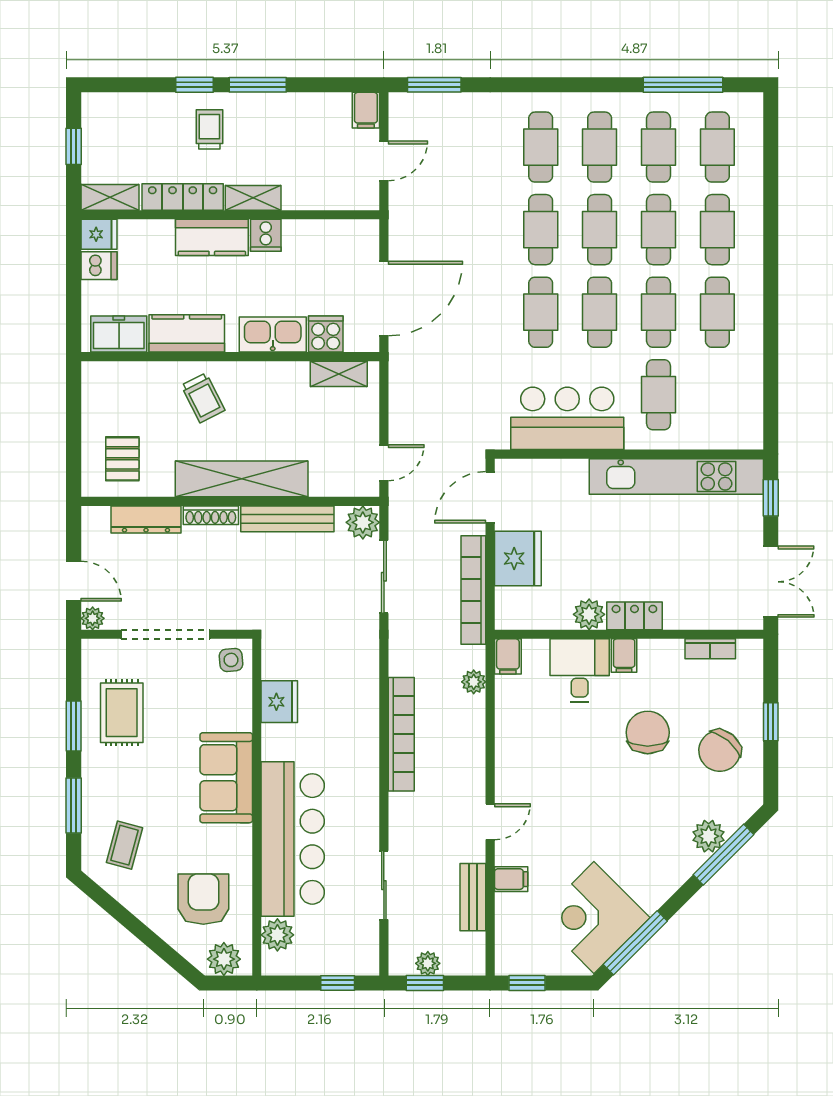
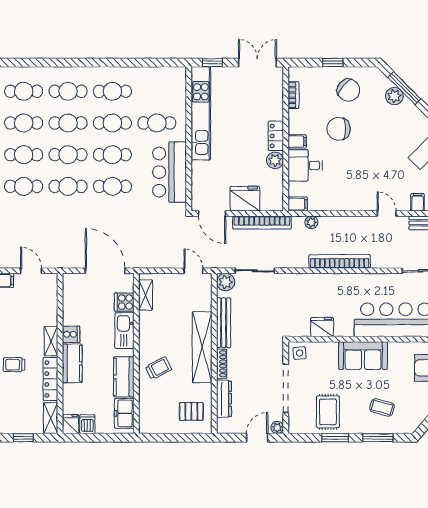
rug: (122, 713) -> (328, 412), turned 90
coffee table: (124, 845) -> (382, 407), moved

